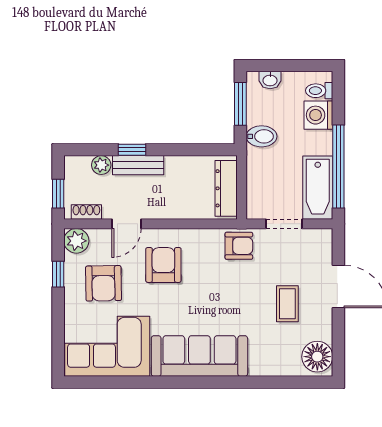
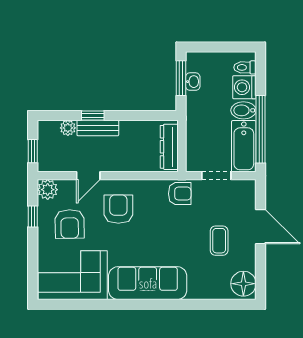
washbasin: (270, 80) -> (193, 82), moved, turned -90
bidet: (262, 136) -> (243, 110), moved, turned 180
shoe rack: (86, 212) -> (56, 166), removed

